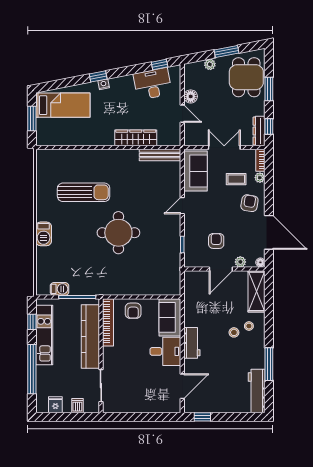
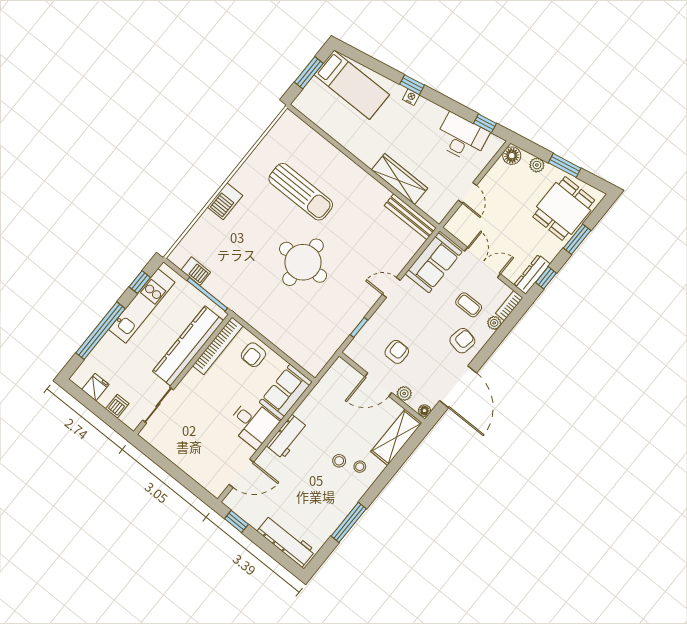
floor lamp: (191, 96) -> (512, 156), moved
workbench: (257, 391) -> (286, 541), moved, turned 90

